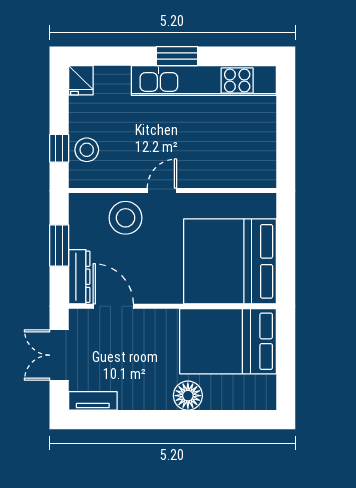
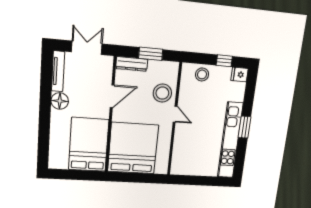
window: (59, 148) -> (224, 61), moved
door: (113, 306) -> (112, 96), moved
floor lamp: (188, 396) -> (60, 101), moved
tv unit: (93, 401) -> (58, 71), width x1.41

